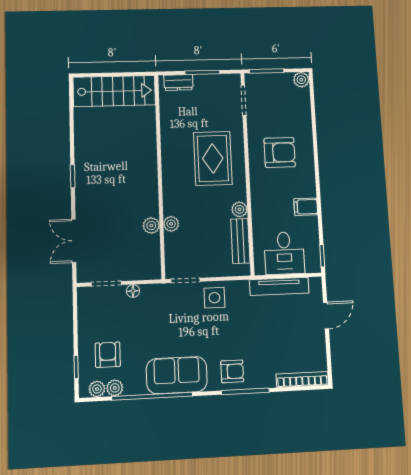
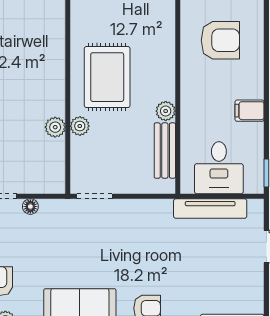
rug: (213, 158) -> (107, 77), moved
side table: (214, 298) -> (129, 219), removed

